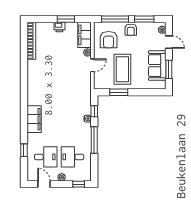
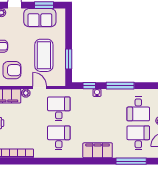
coffee table: (122, 69) -> (44, 55), turned 90
desk: (46, 83) -> (59, 138), added
desk: (73, 83) -> (59, 109), added
window: (24, 150) -> (131, 161), width x2.17

